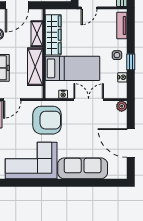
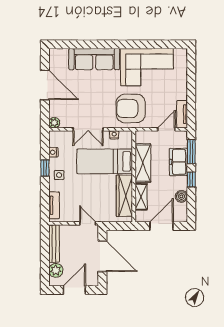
door: (89, 8) -> (88, 223), hinge flipped

